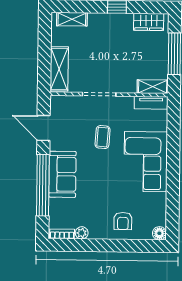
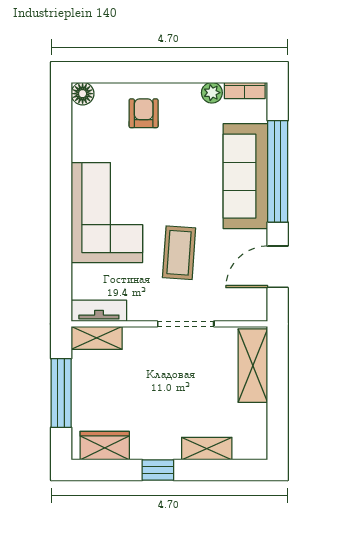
shelving: (72, 19) -> (207, 449), moved
door: (44, 128) -> (278, 267), swing flipped
coffee table: (103, 137) -> (179, 253), width x1.36, depth x1.30
sofa: (62, 174) -> (245, 176), width x1.36

